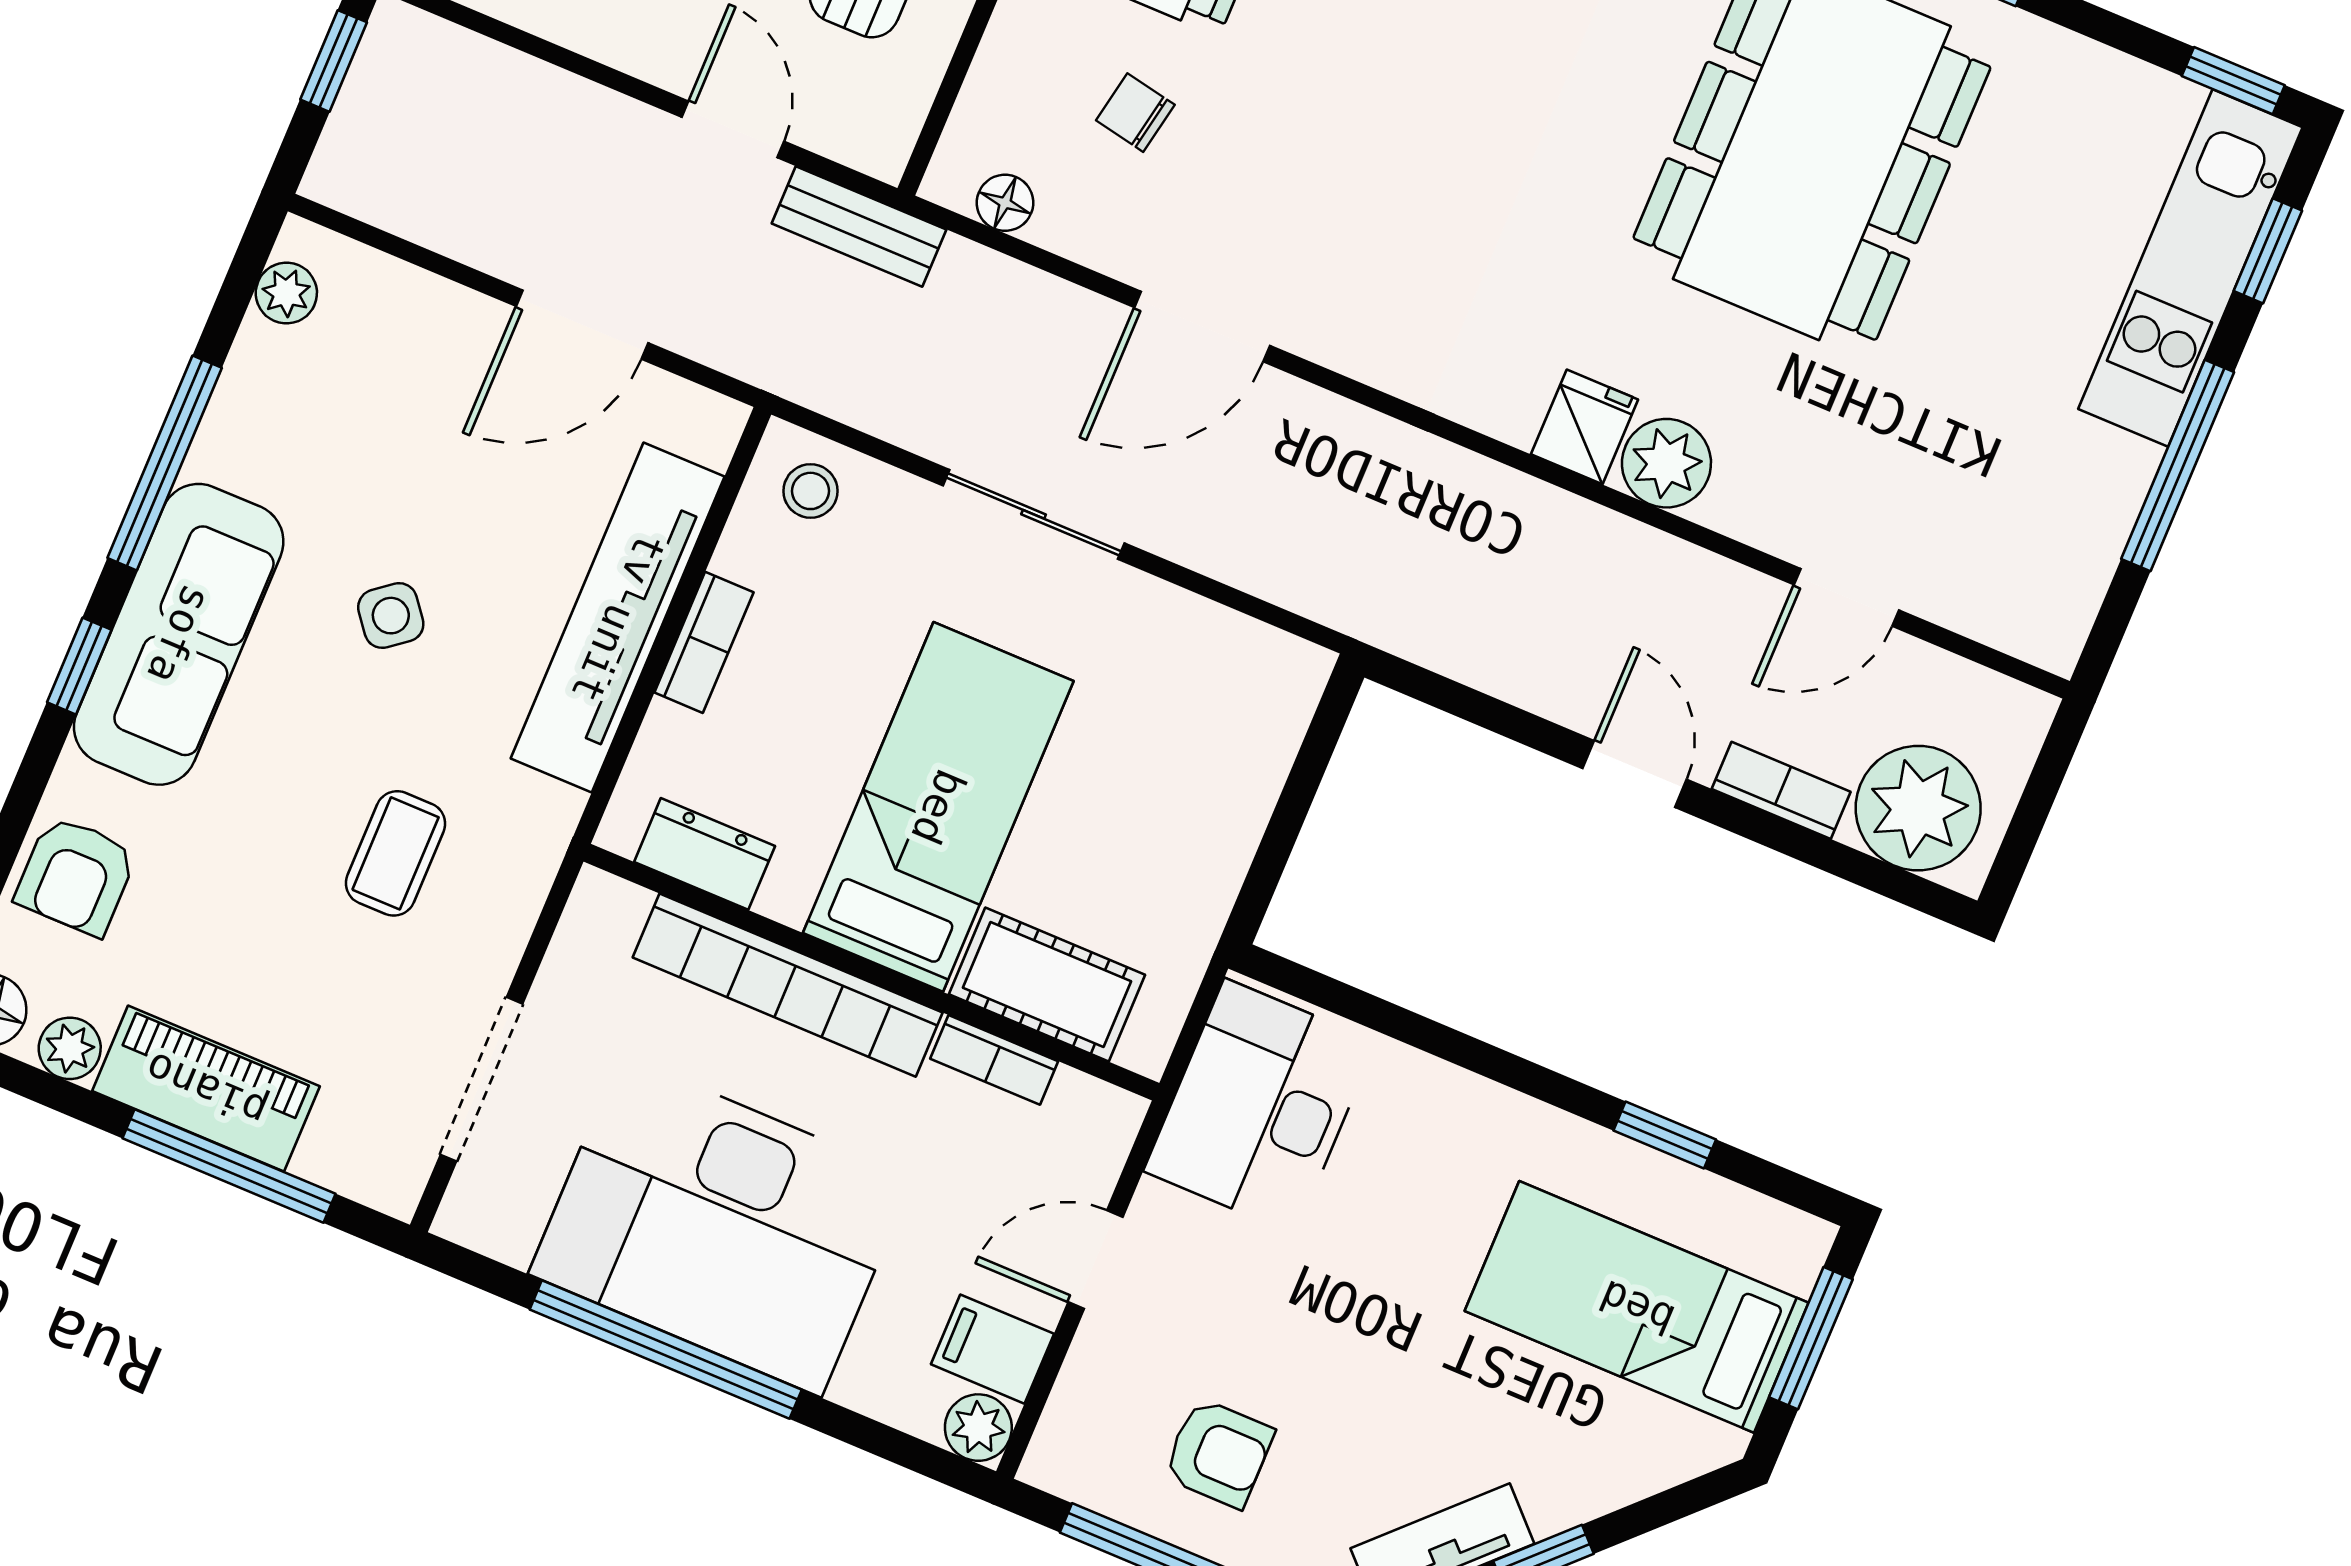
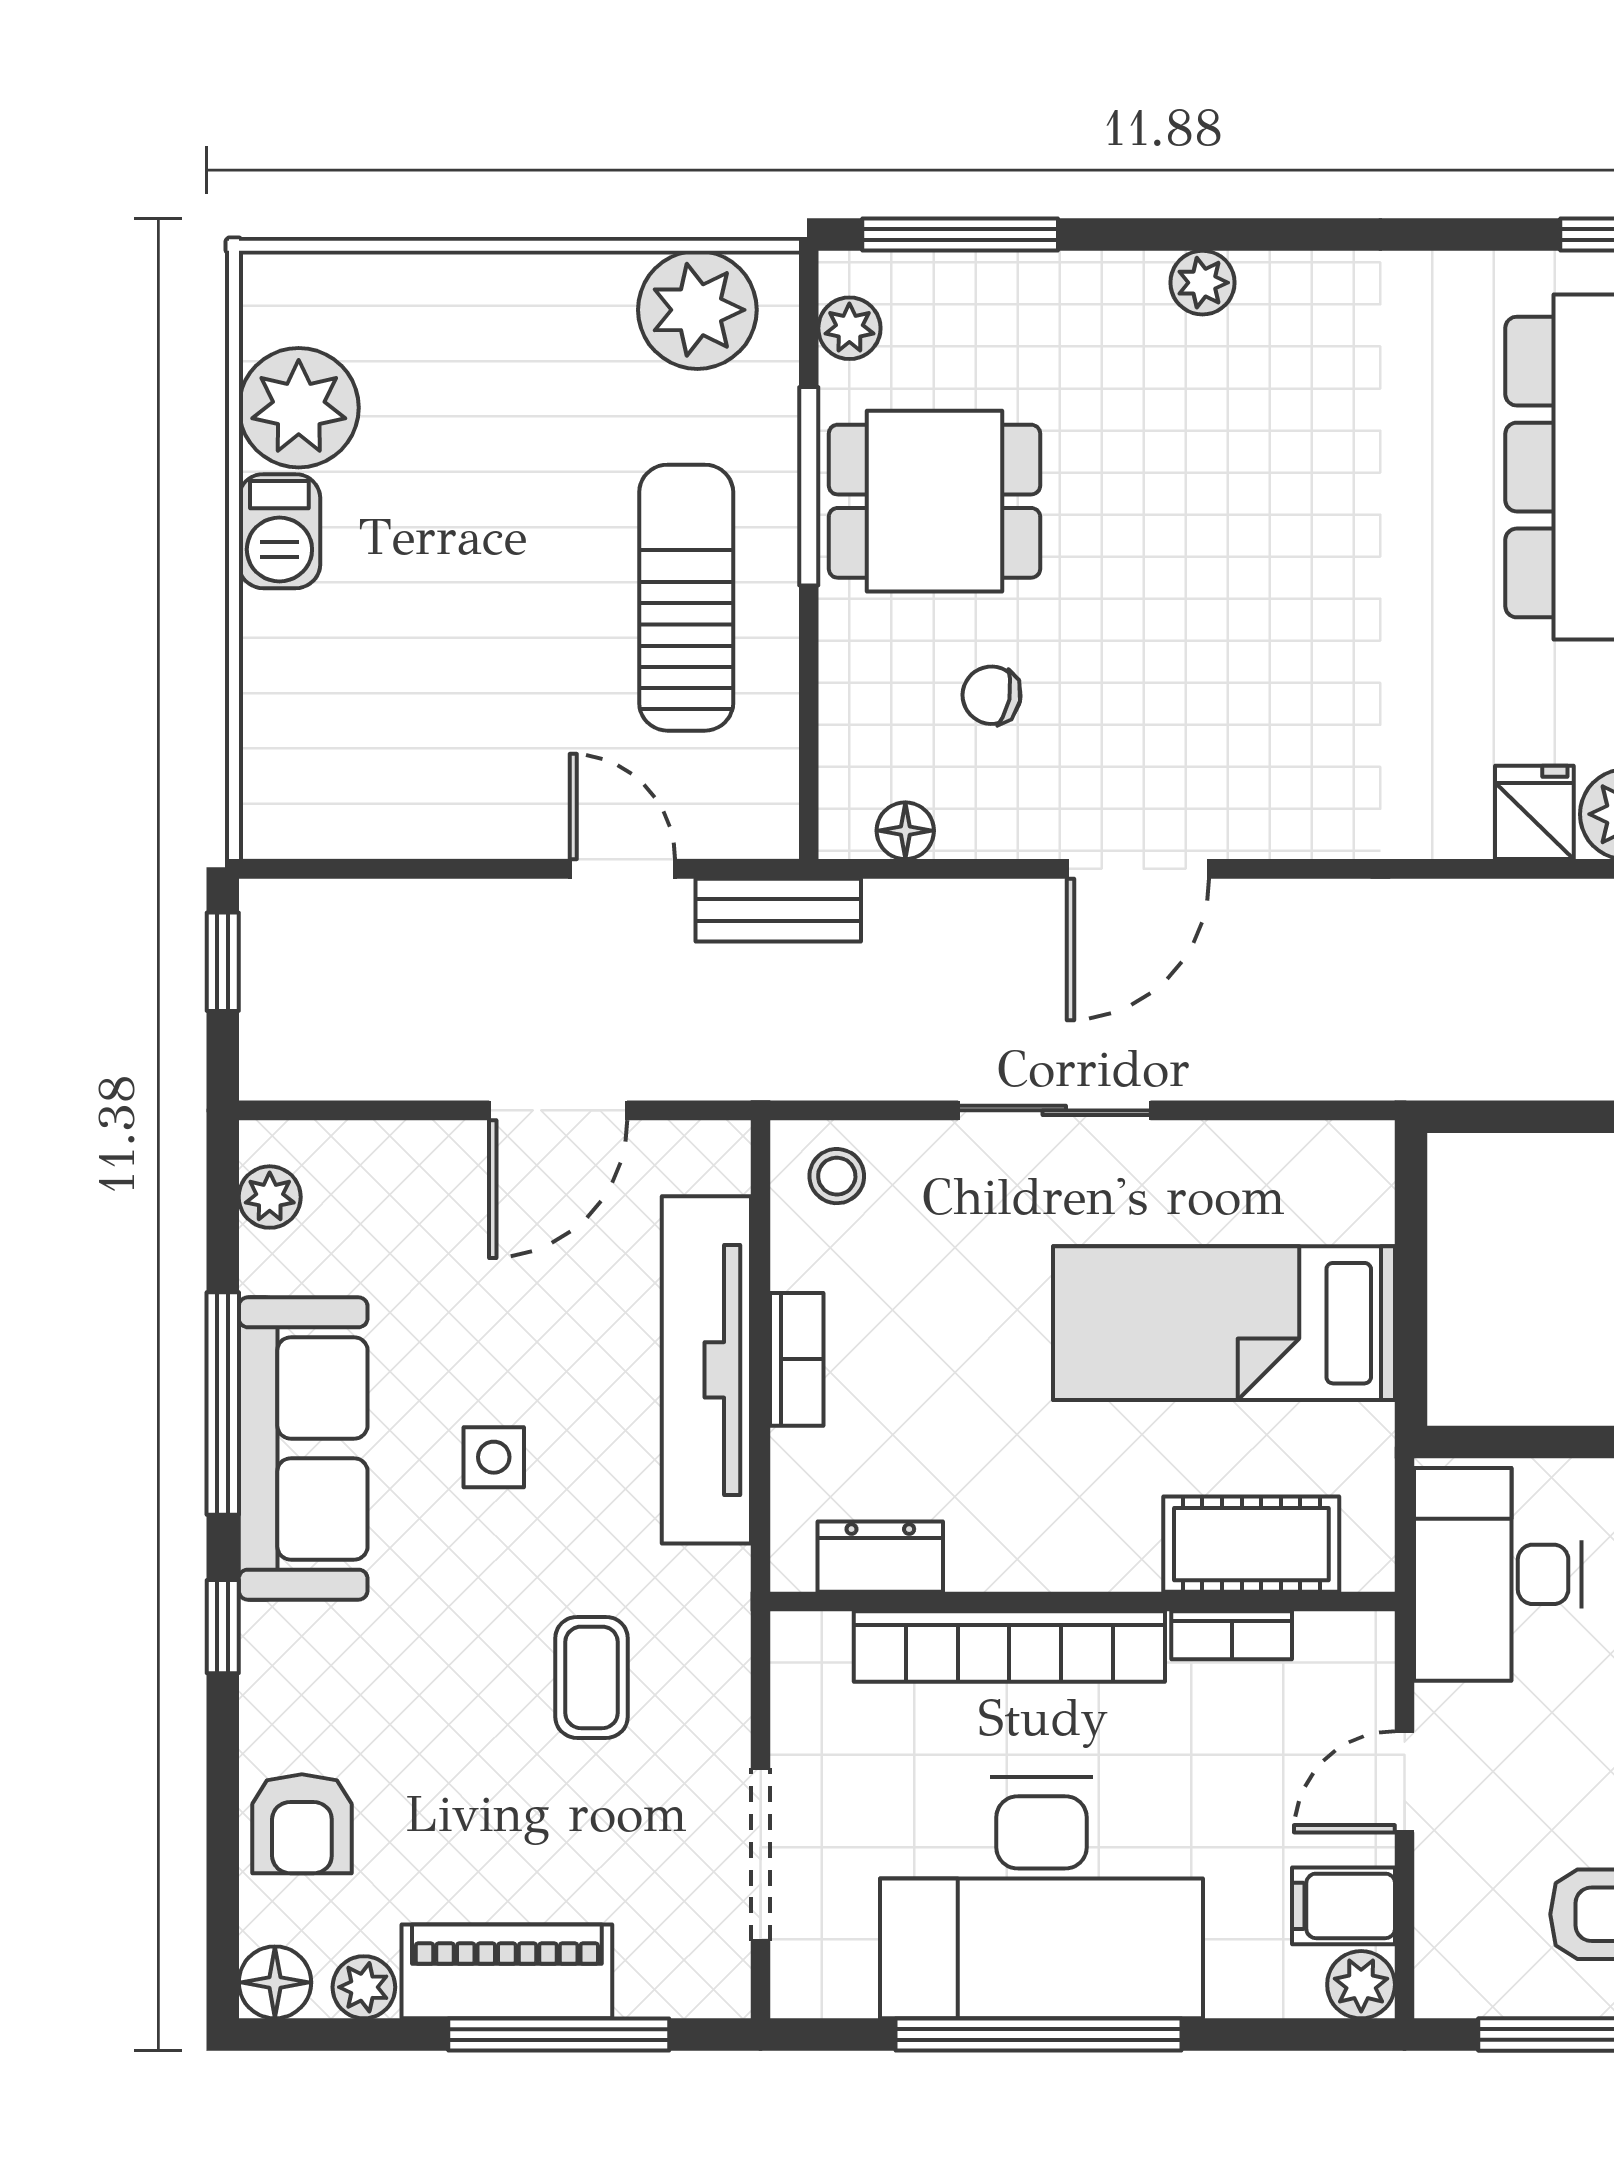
side table: (391, 616) -> (494, 1457), turned 38
sofa: (179, 634) -> (303, 1448), moved
bed: (938, 807) -> (1224, 1323), moved, turned -90

